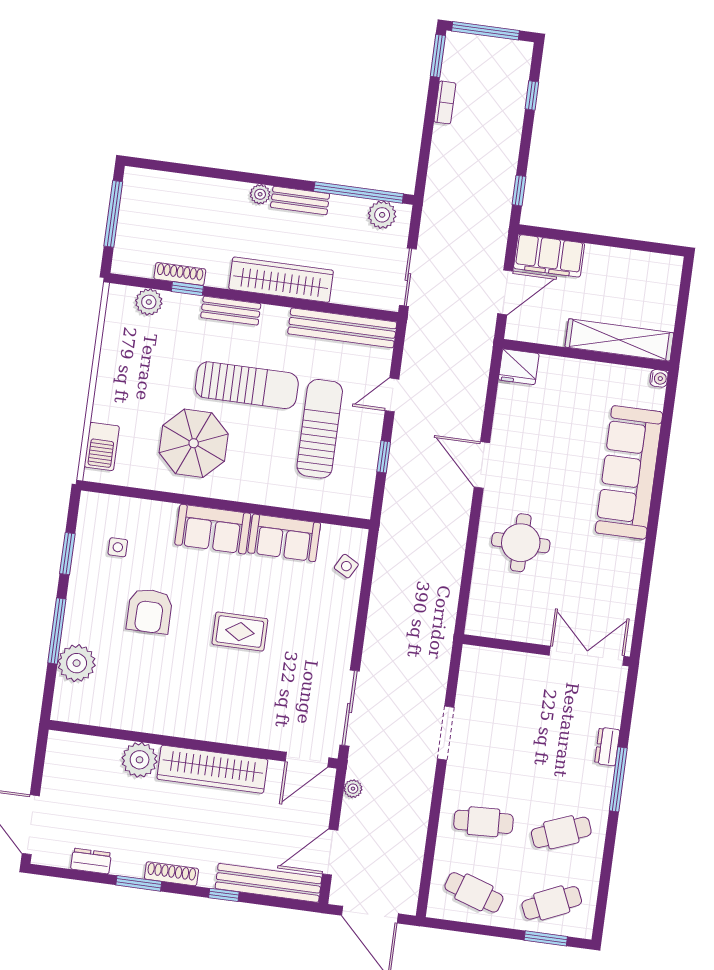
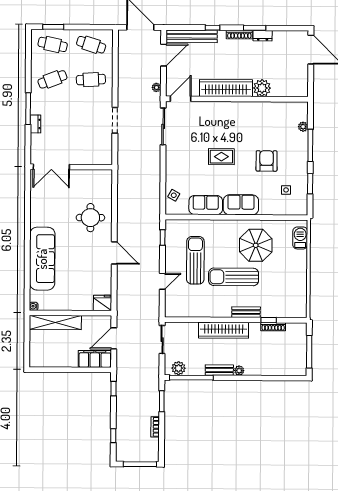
window: (438, 56) -> (162, 401), moved
plant: (149, 302) -> (286, 311), removed
bench: (342, 328) -> (191, 311), removed
sun lounger: (320, 429) -> (195, 260), turned 180
window: (384, 457) -> (163, 237), moved
plant: (77, 663) -> (303, 127), width x0.53, depth x0.53
dresser: (91, 861) -> (263, 36), moved
cafe table: (552, 903) -> (53, 44), turned 36

